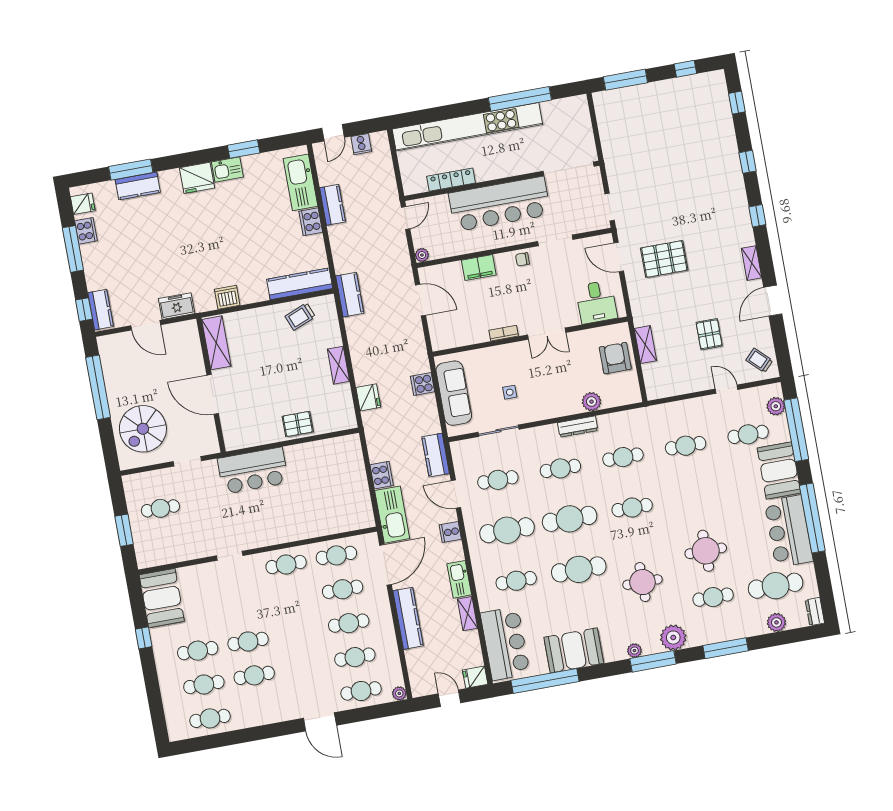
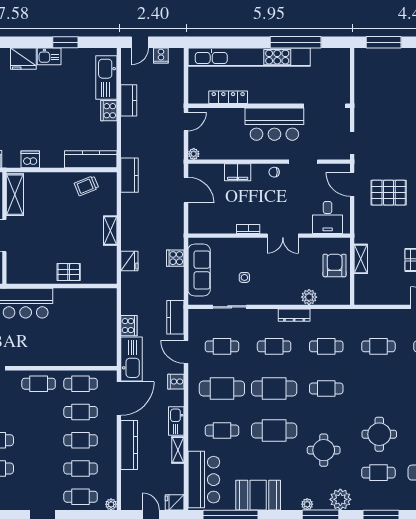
bar counter: (500, 204) -> (274, 124), width x0.73

